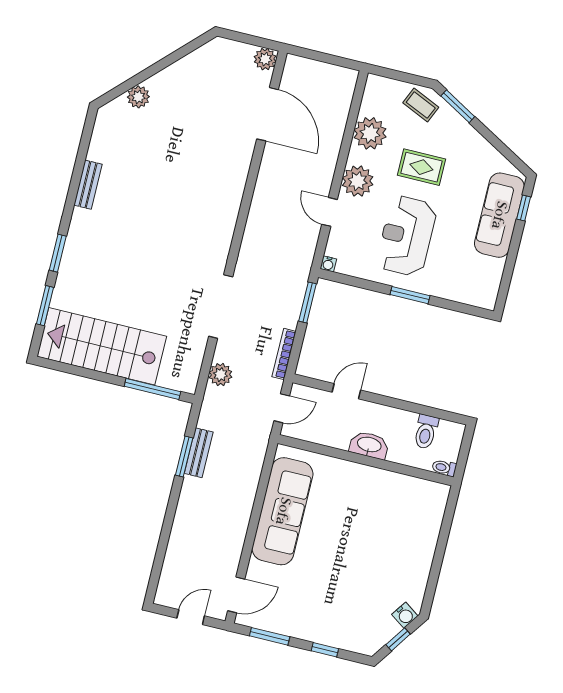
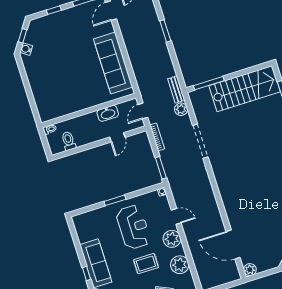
washbasin: (369, 445) -> (108, 113), moved
bench: (199, 453) -> (176, 89), moved
window: (184, 457) -> (165, 31), moved

